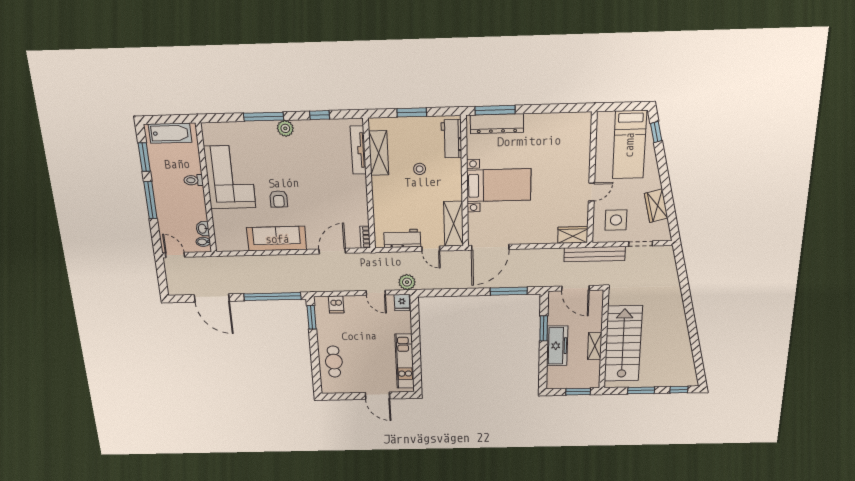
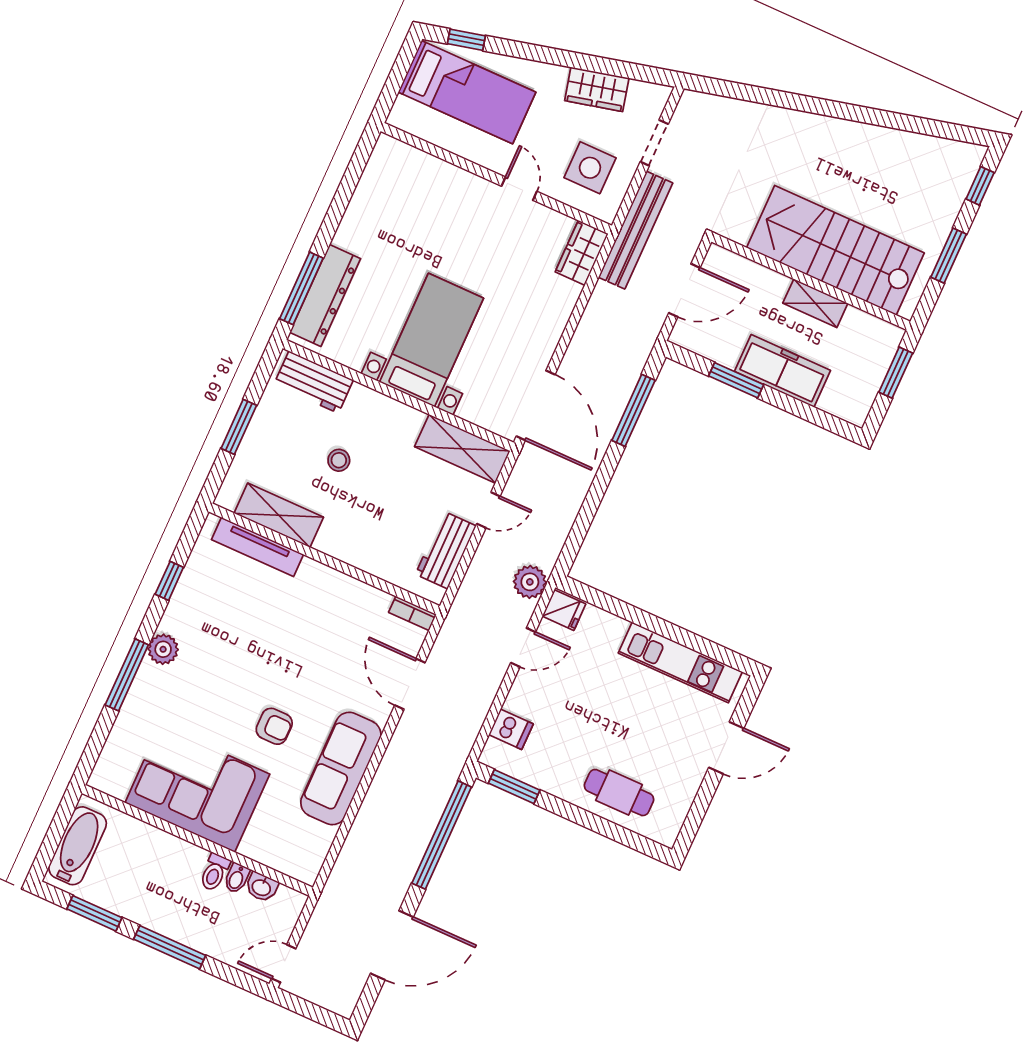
toilet: (193, 180) -> (215, 872), moved
bidet: (203, 242) -> (237, 878), moved

